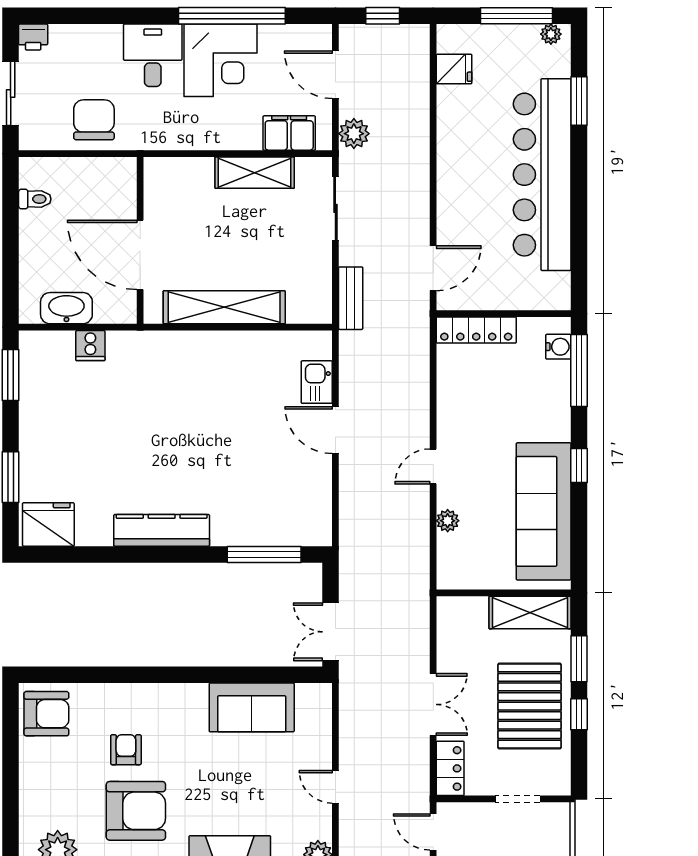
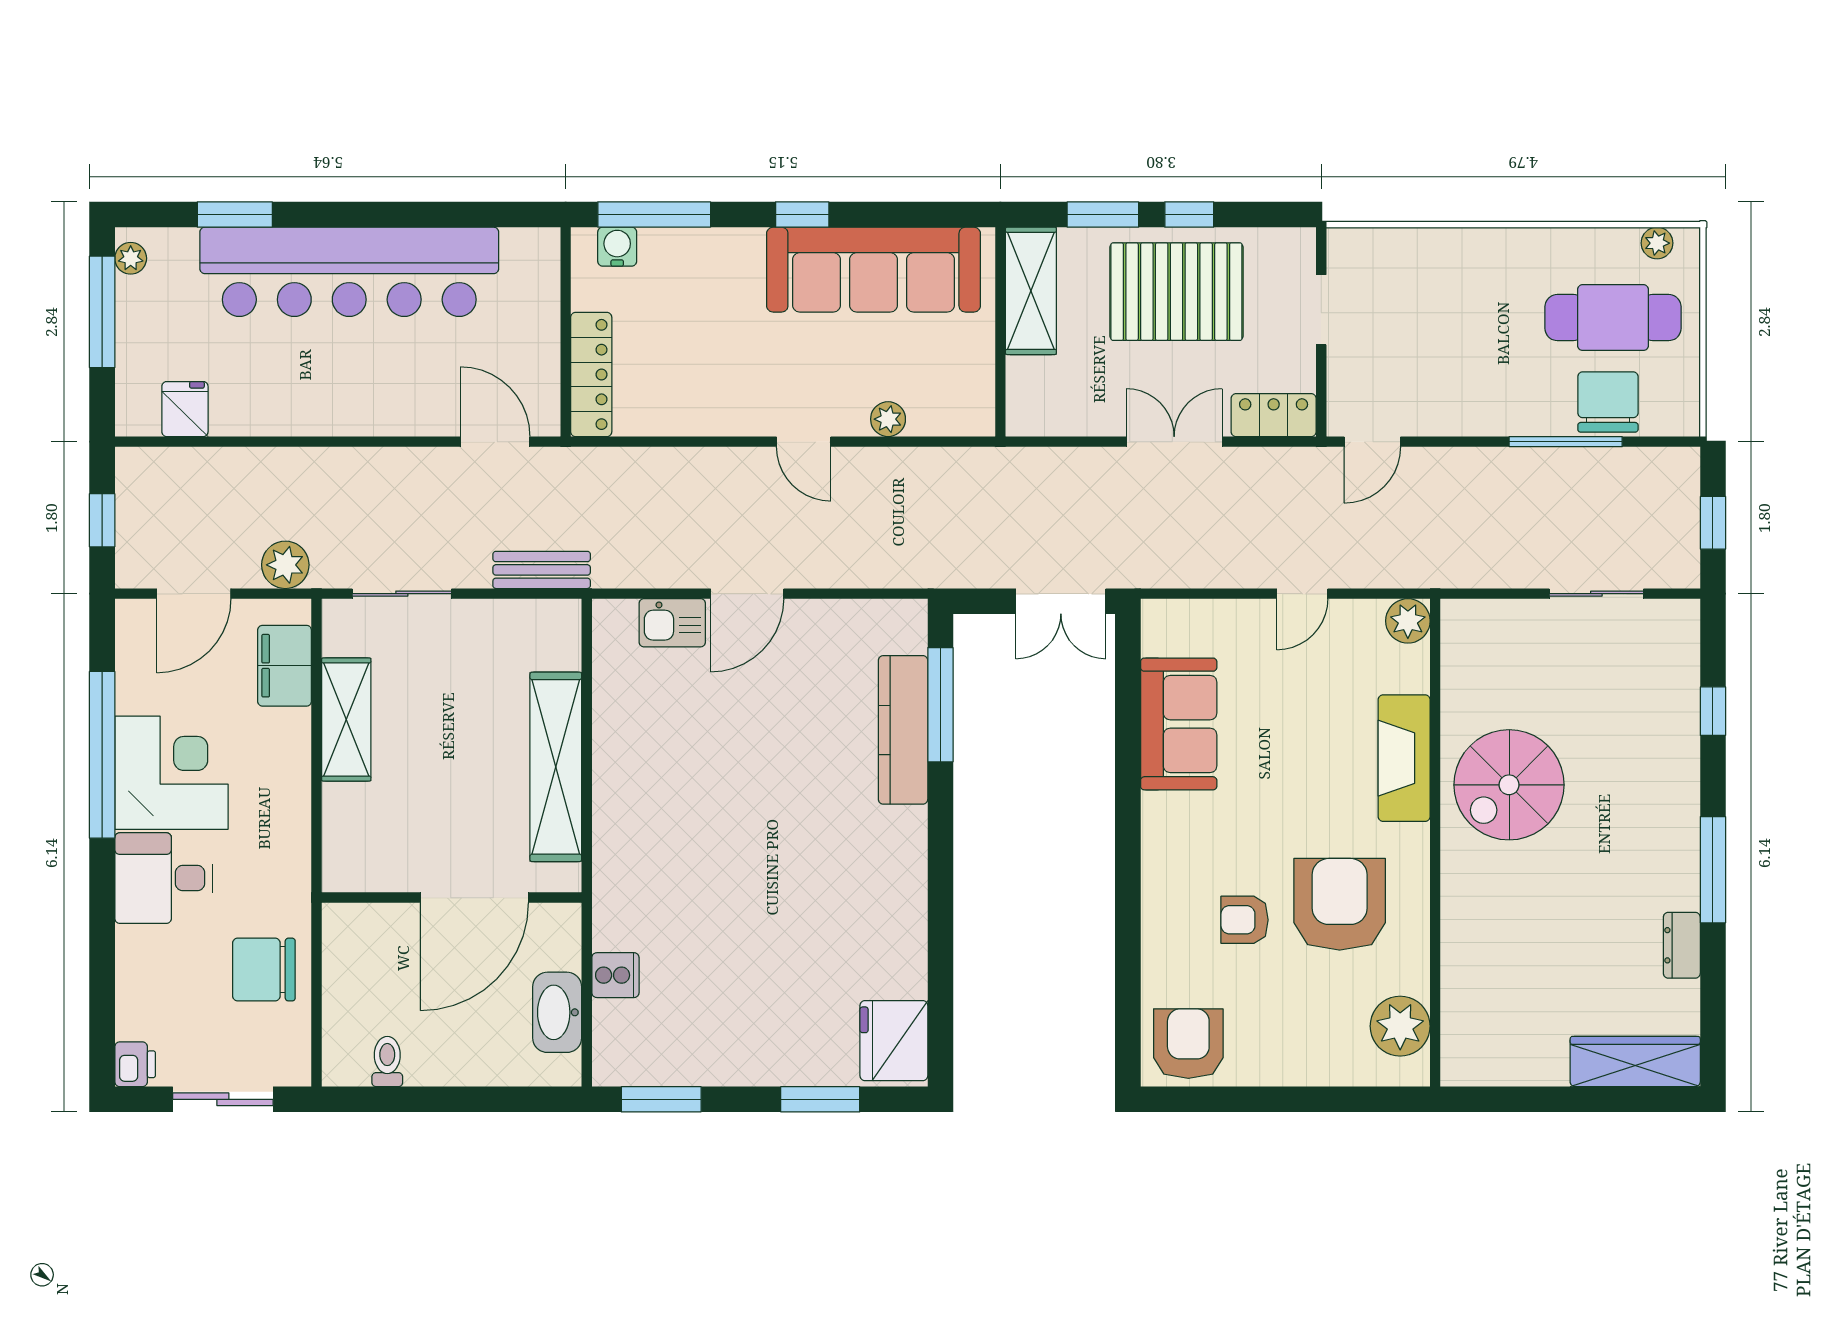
kitchen counter: (162, 530) -> (903, 730), moved

